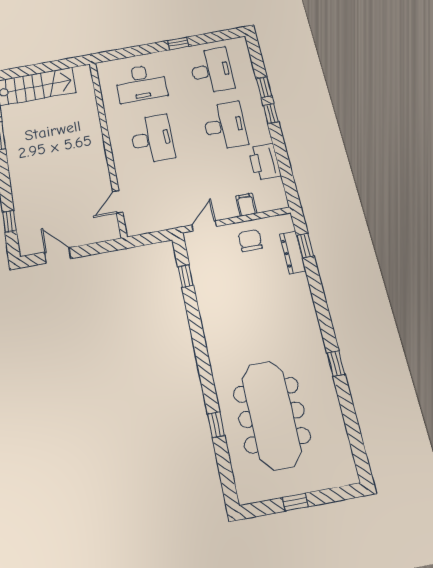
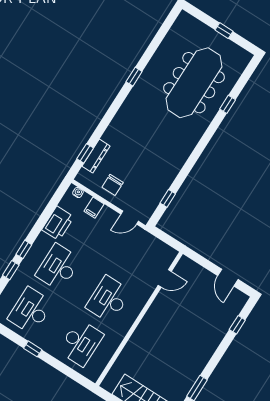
desk: (141, 83) -> (81, 343), turned 90
water cooler: (275, 205) -> (78, 193), added

